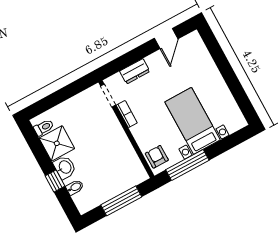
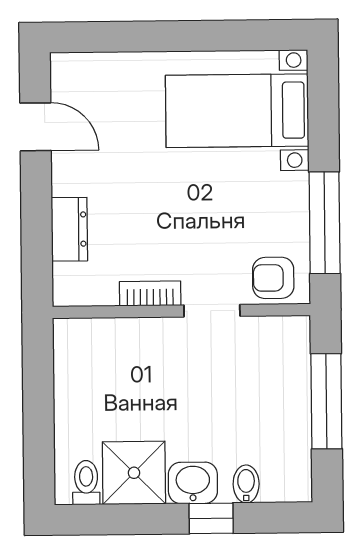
doorway: (108, 95) -> (212, 311), moved
bed with nightstands: (192, 121) -> (237, 111), moved

